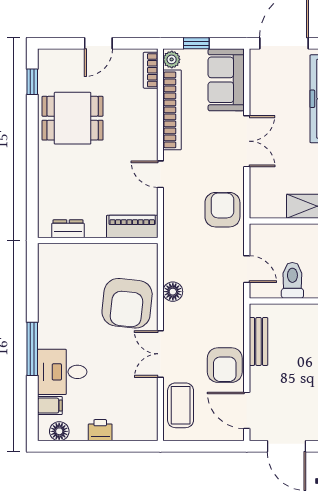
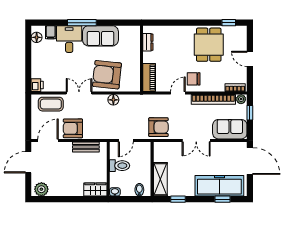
chair: (135, 146) -> (194, 79), added
sofa: (56, 315) -> (100, 36), added
printer: (100, 430) -> (37, 85), moved

